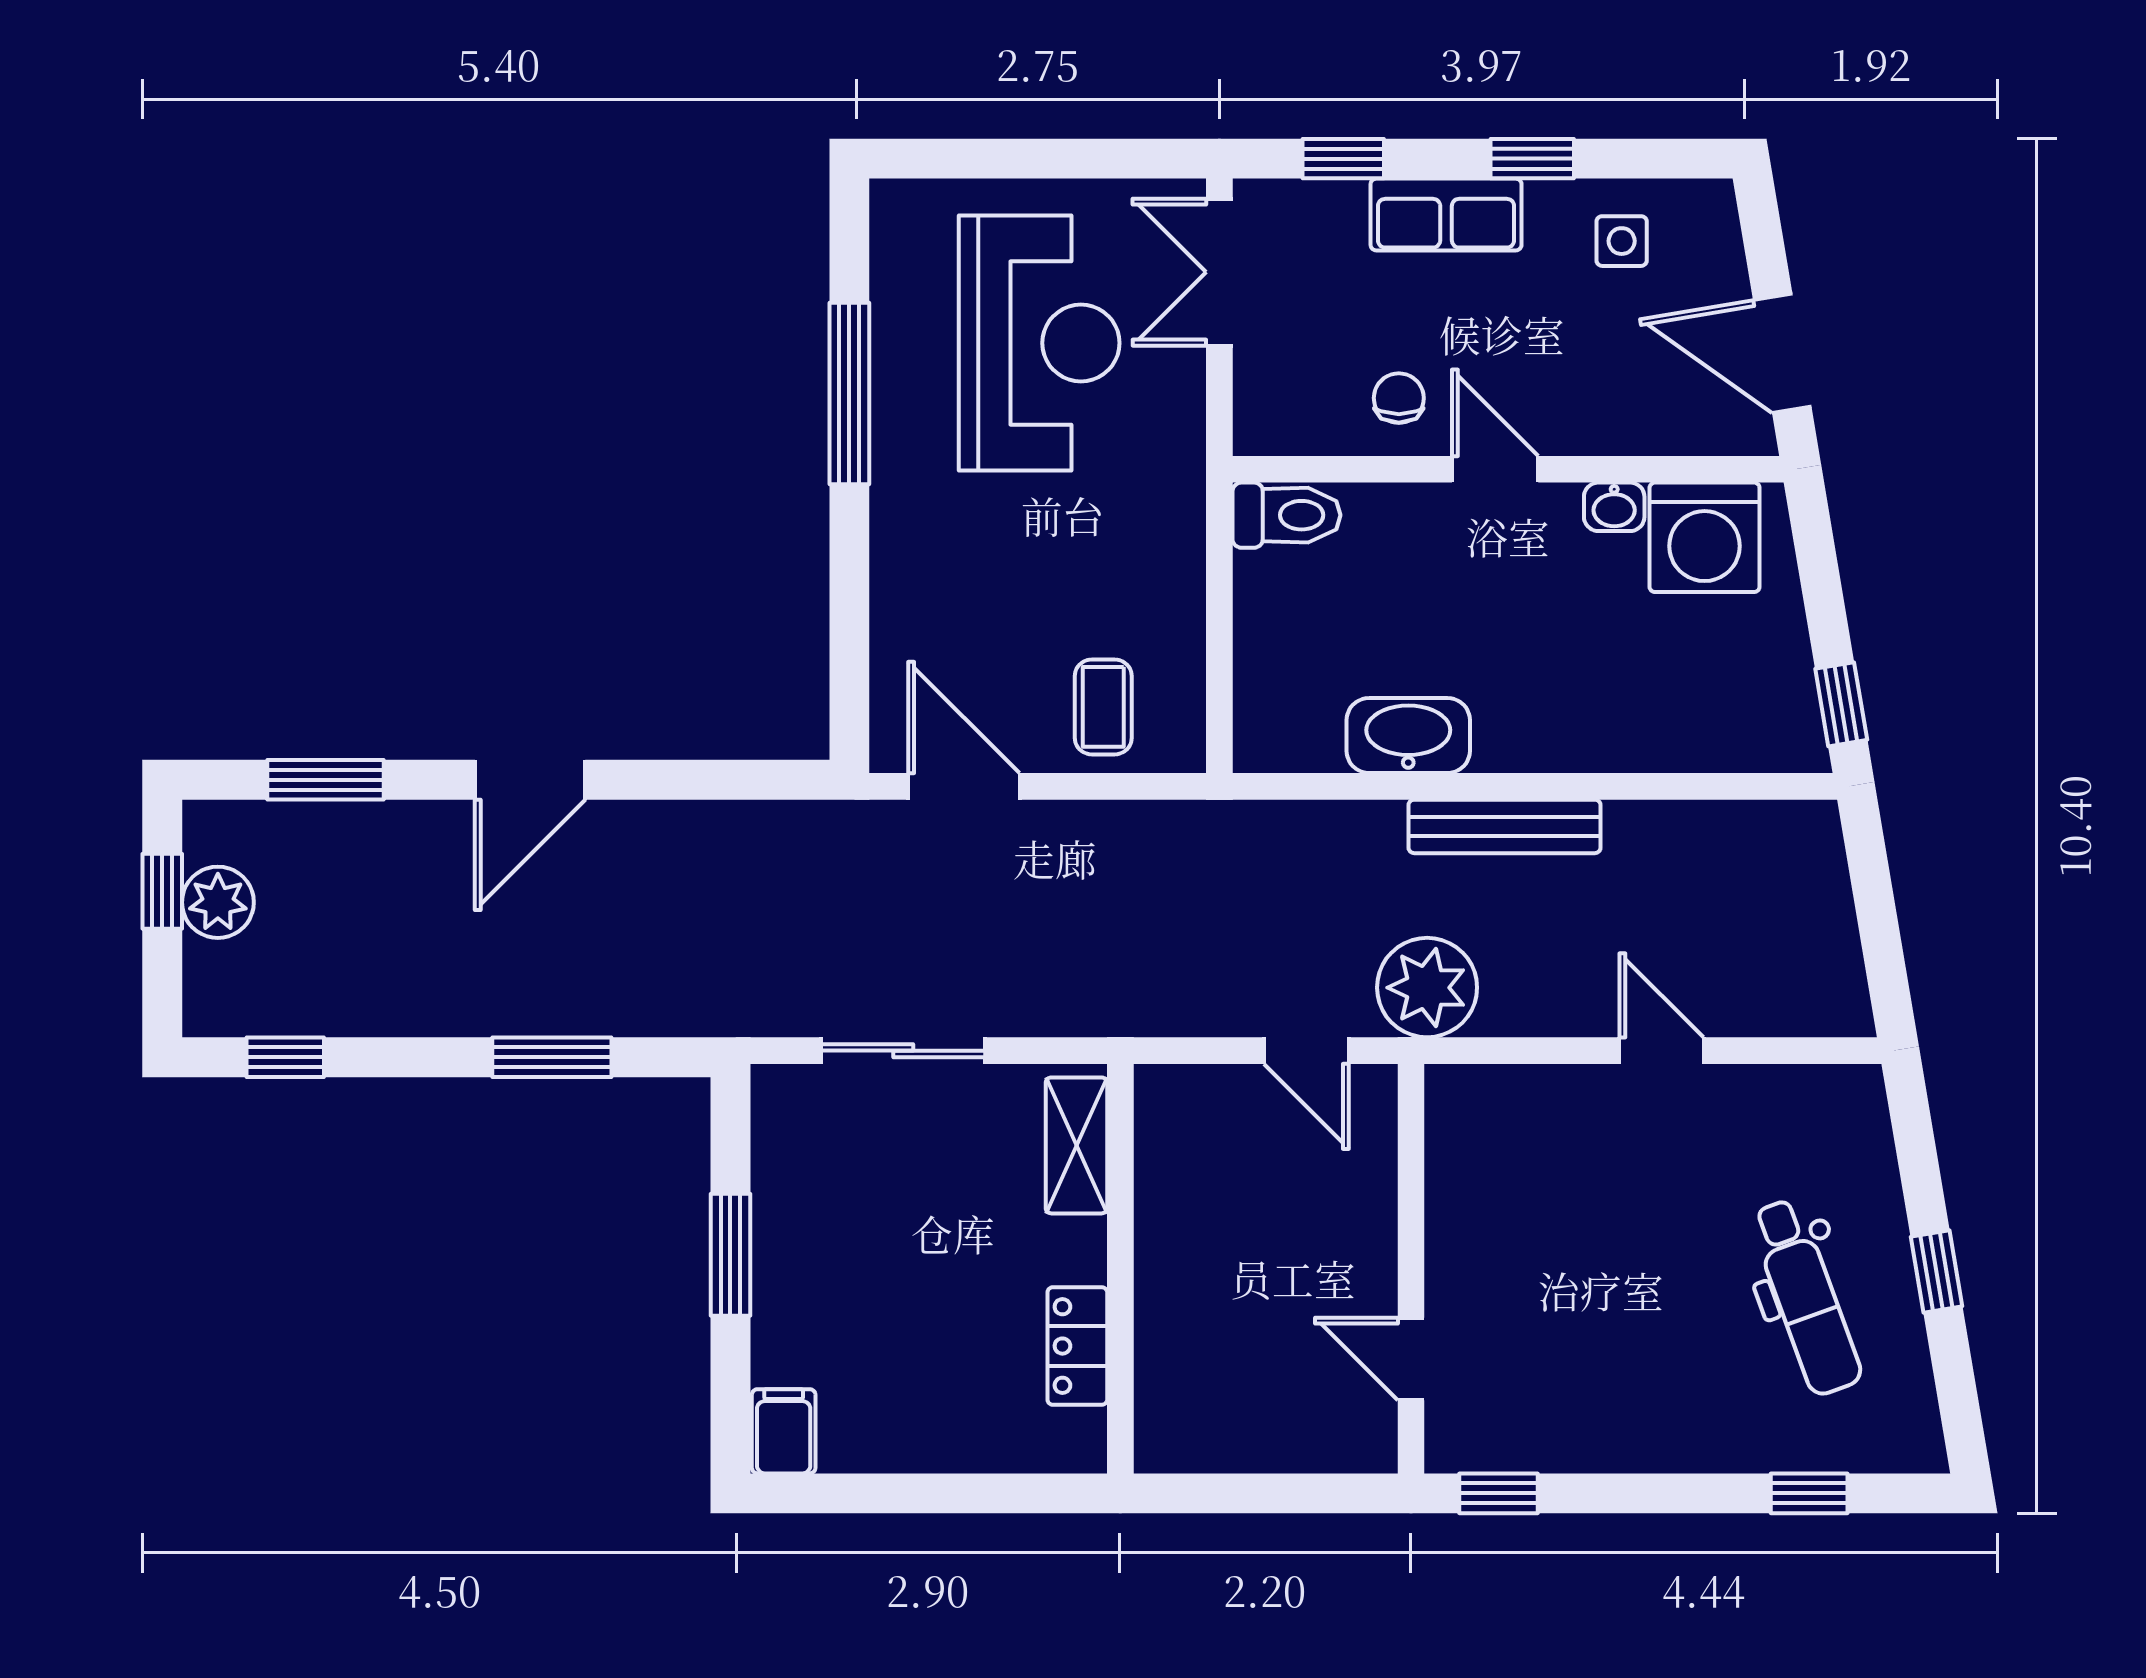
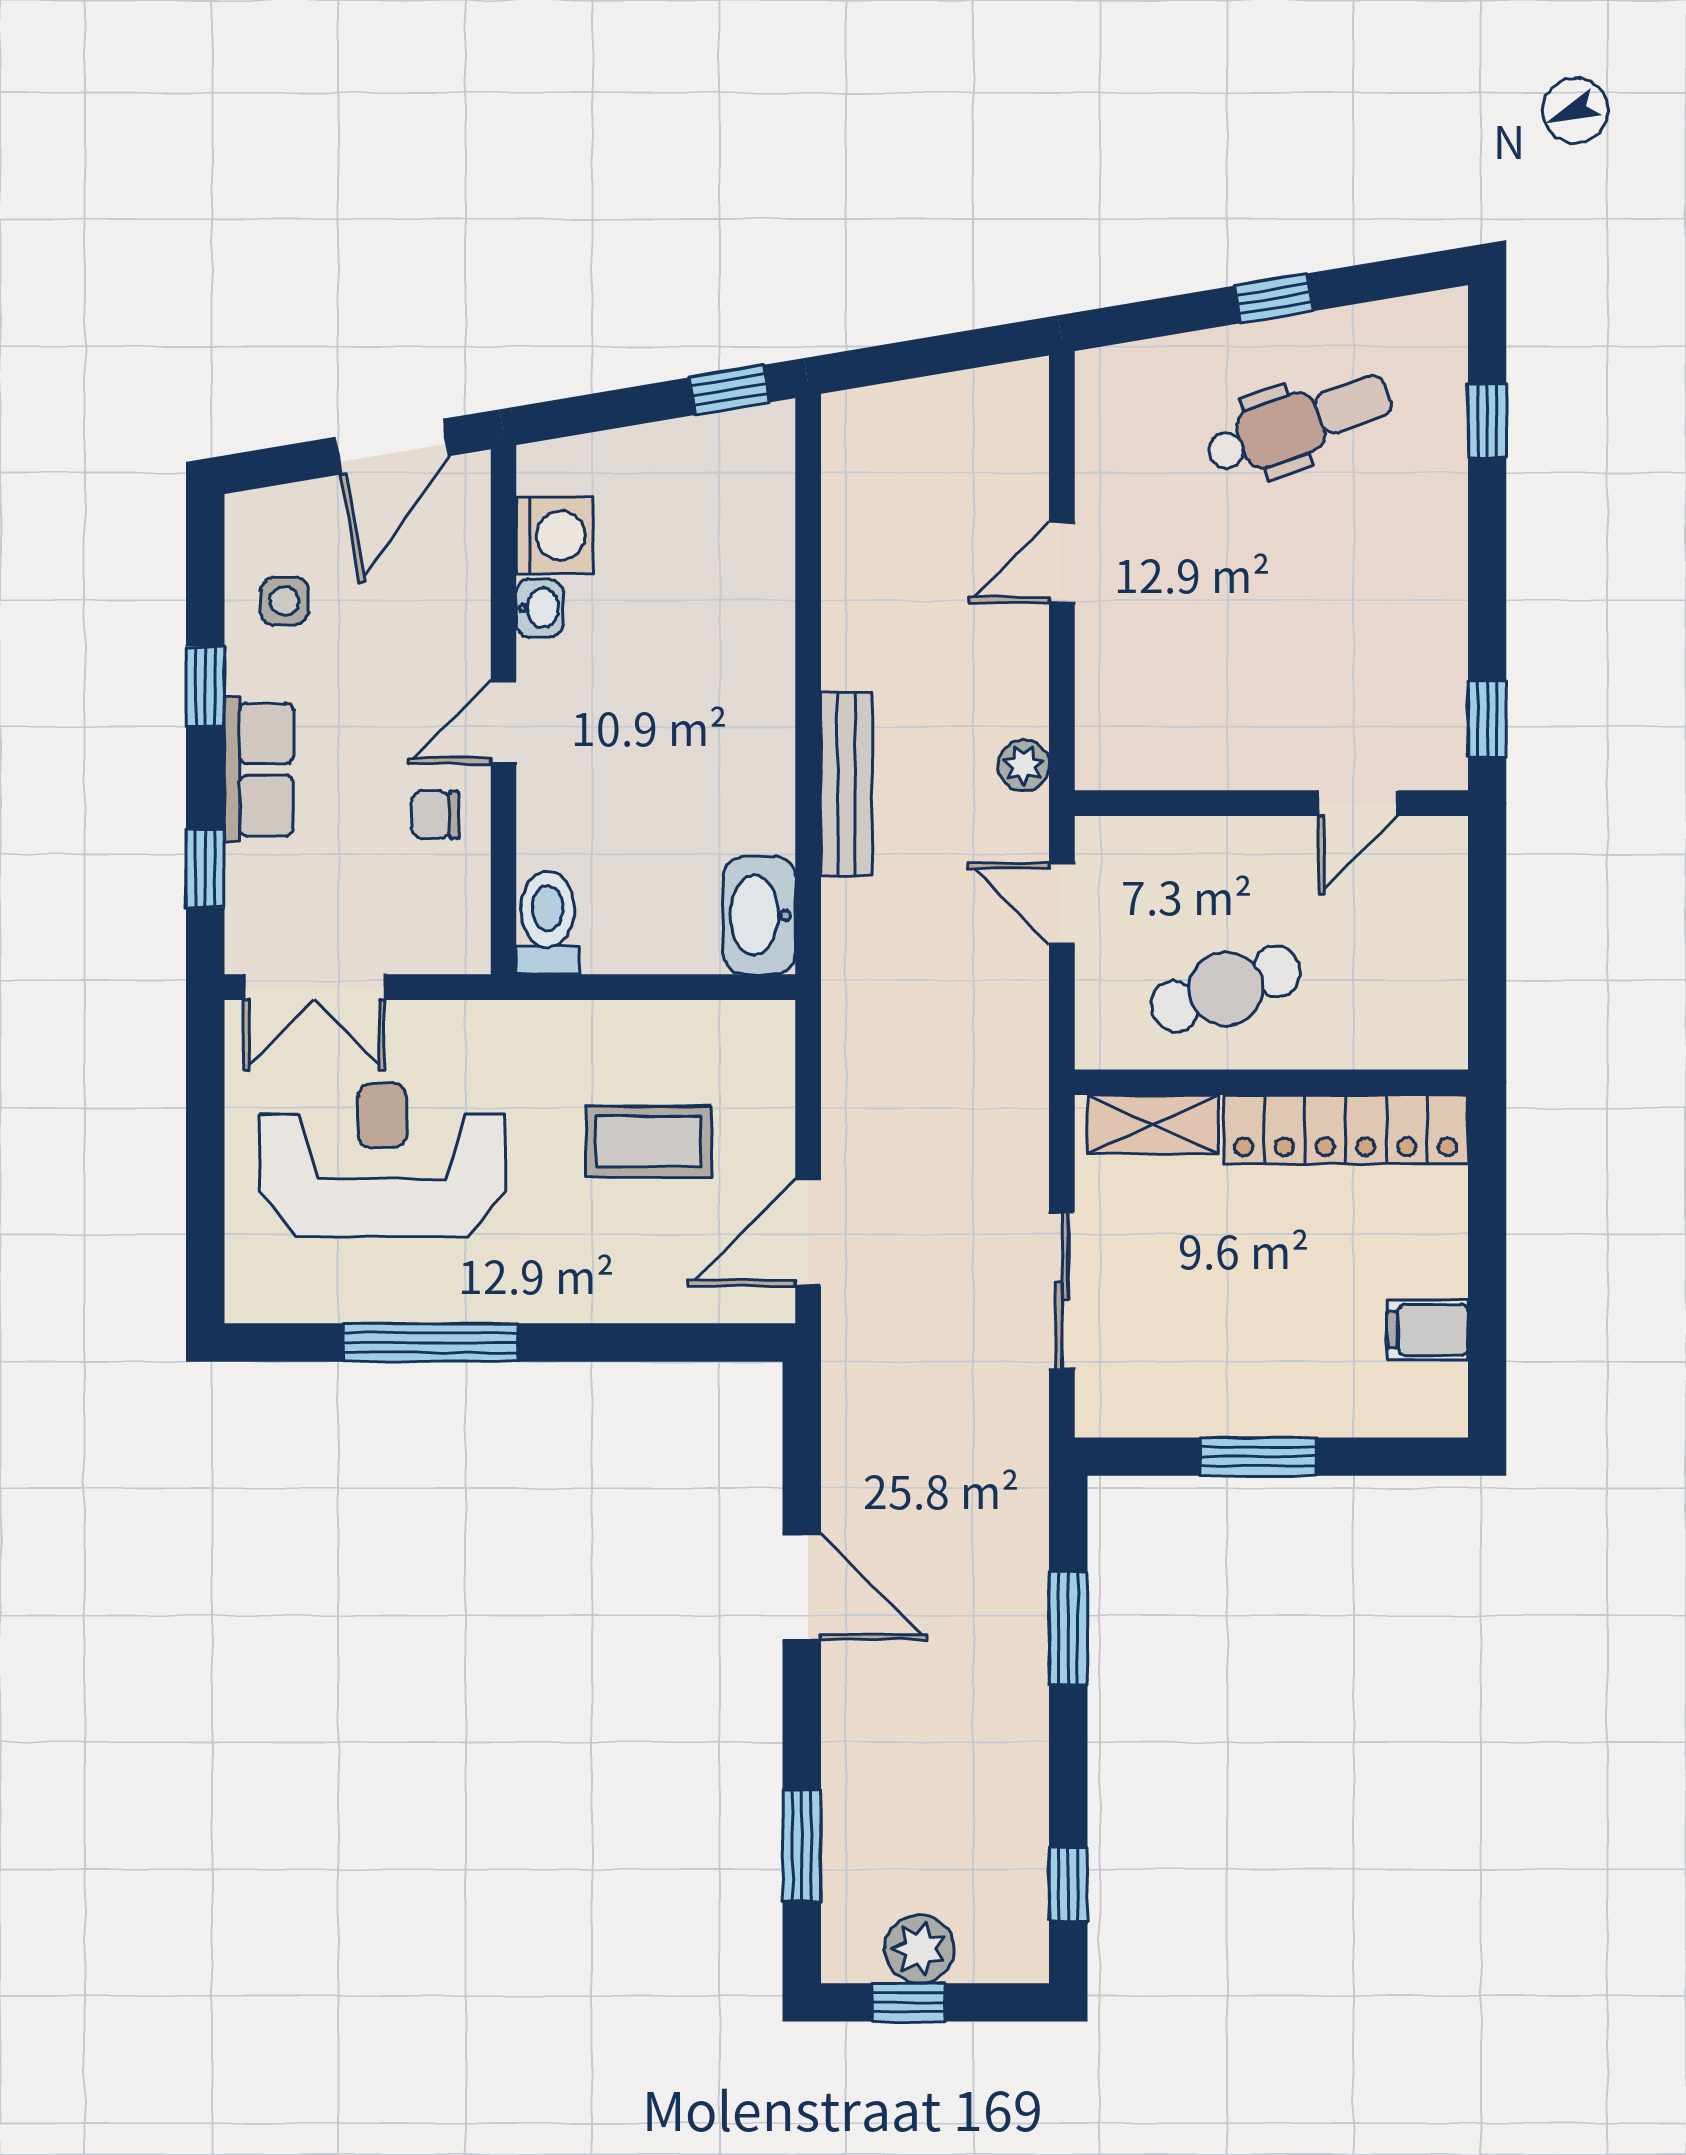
washing machine: (1705, 537) -> (555, 535), width x0.73, depth x0.73
coffee table: (1103, 707) -> (649, 1142), moved, width x1.36, depth x1.30
washbasin: (1408, 736) -> (759, 915), moved
door: (530, 780) -> (802, 1587), moved
bench: (1505, 826) -> (847, 784), moved
plant: (1427, 988) -> (1024, 765), width x0.53, depth x0.53
door: (1306, 1051) -> (1062, 904), swing flipped
cafe table: (1218, 1221) -> (1226, 989), added
locker: (1077, 1346) -> (1346, 1130), width x2.16, depth x1.21
filing cabinet: (784, 1431) -> (1428, 1330), moved

